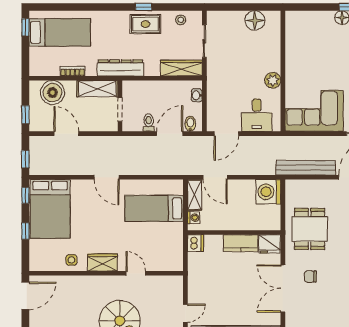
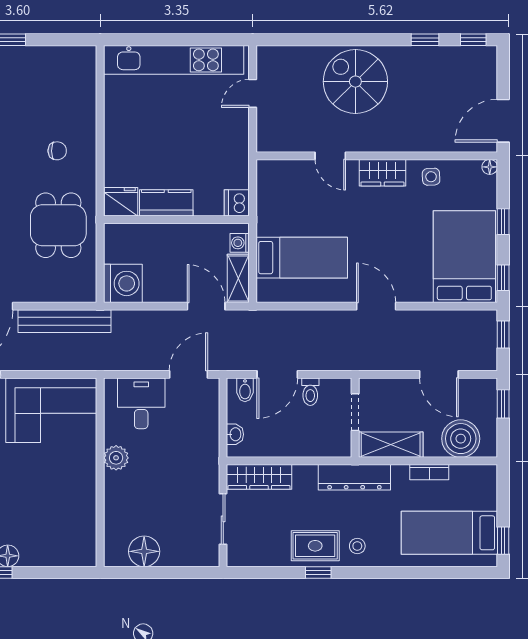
stool: (181, 20) -> (357, 546), moved
floor lamp: (34, 266) -> (490, 167), added
double door: (283, 288) -> (100, 132), removed

